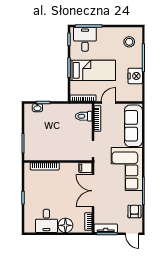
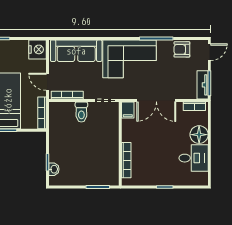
nightstand: (135, 76) -> (37, 49), moved, turned 90
toilet: (84, 116) -> (81, 112), moved

